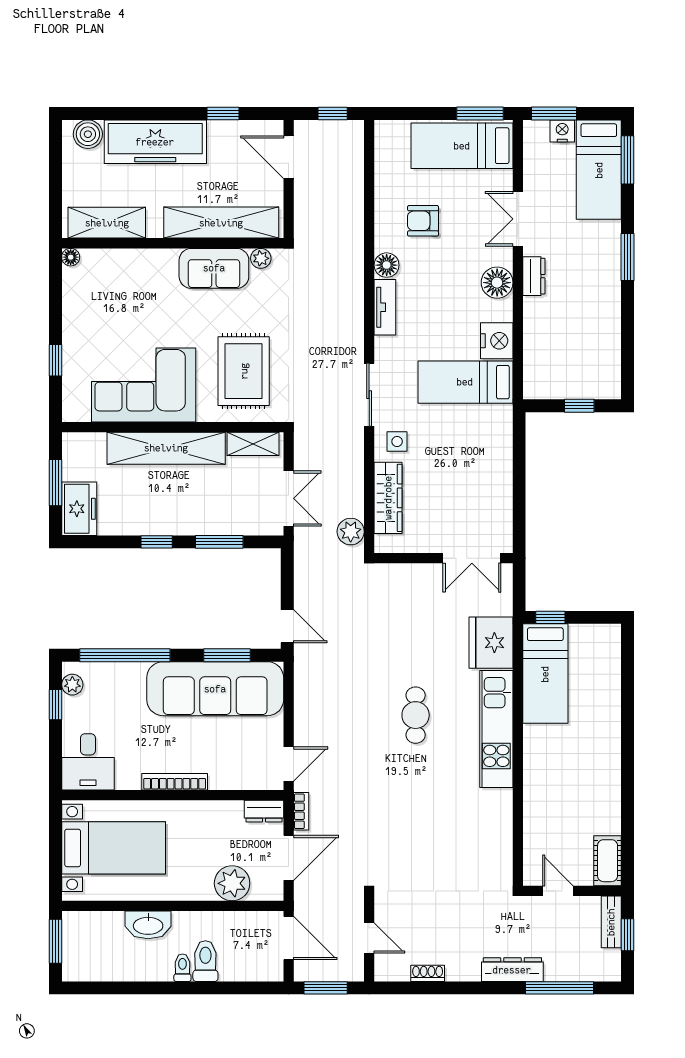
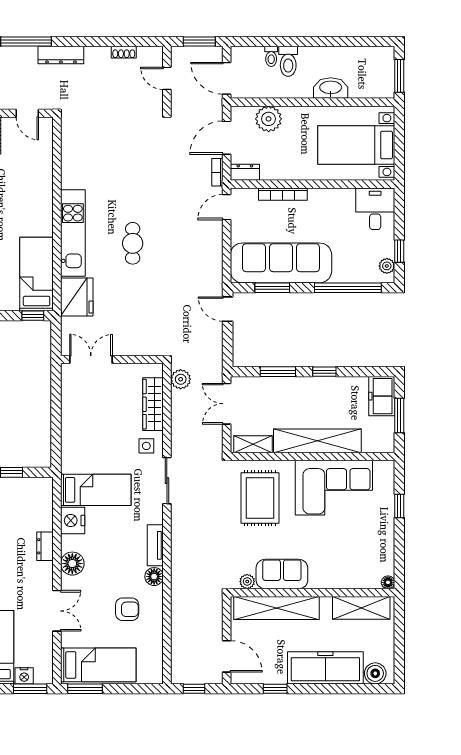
dresser: (534, 276) -> (45, 546), moved
bookcase: (175, 782) -> (283, 194), moved
toilet: (182, 968) -> (271, 56), moved

